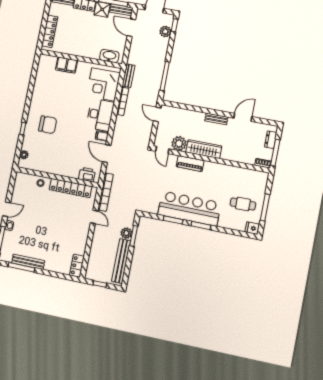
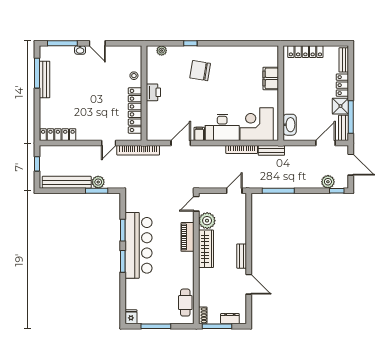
chair: (48, 125) -> (200, 71), turned 99
printer: (87, 175) -> (153, 92), moved
cafe table: (243, 204) -> (185, 303), moved
locker: (77, 266) -> (58, 135), width x1.53

